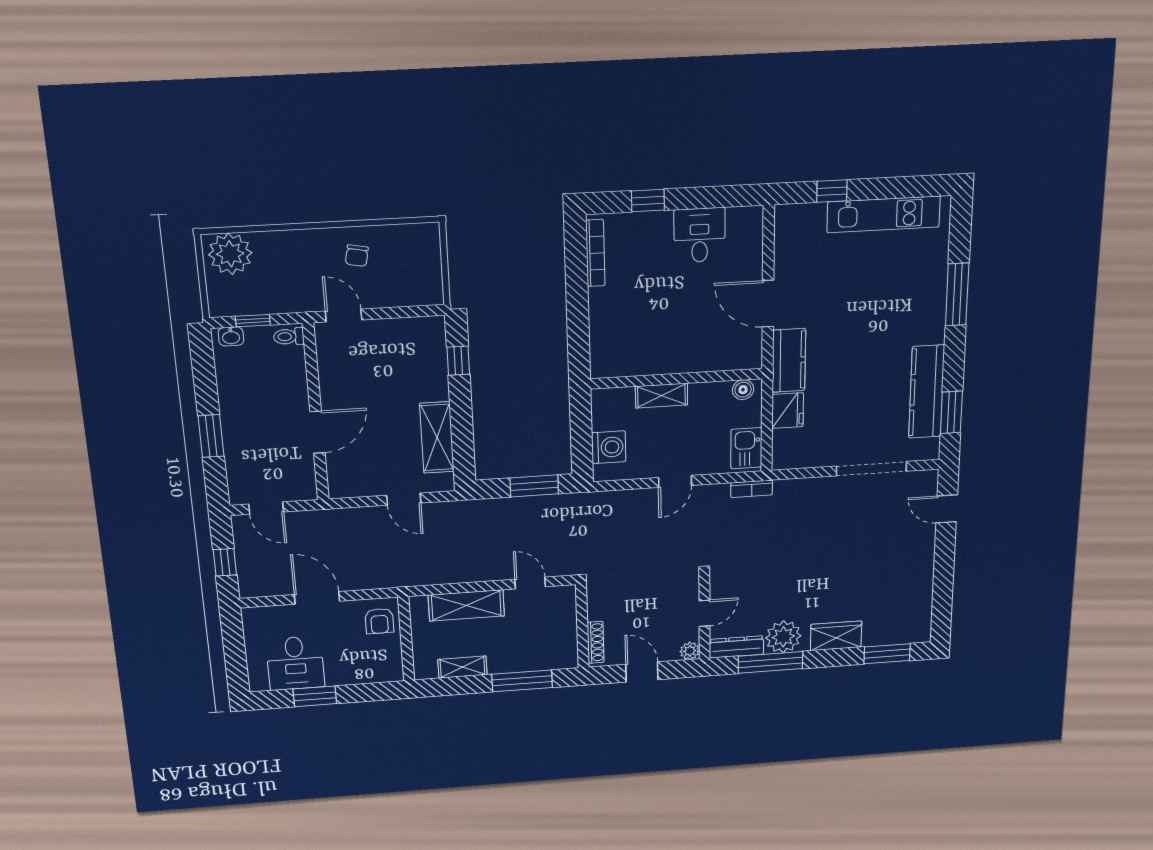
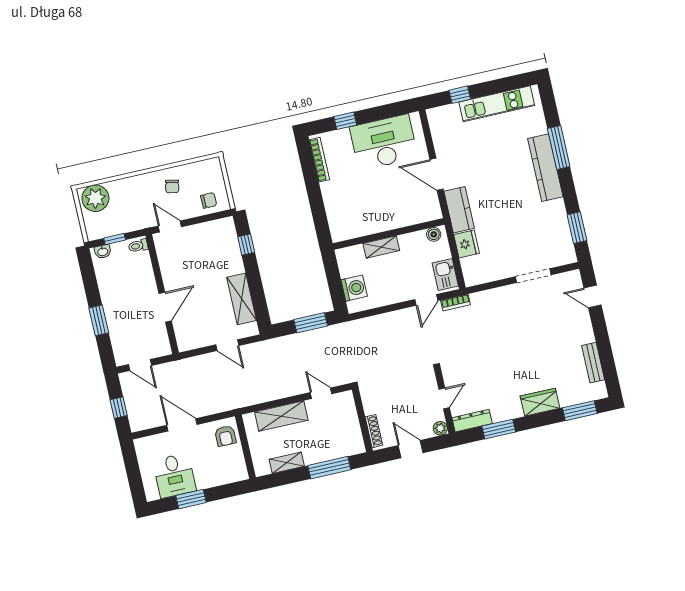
desk: (700, 235) -> (384, 142), width x1.87, depth x1.30
chair: (411, 286) -> (209, 200), added
kitchen counter: (927, 392) -> (545, 168), moved
doorway: (871, 469) -> (533, 276), width x0.73
door: (675, 481) -> (426, 300), moved
bench: (923, 595) -> (593, 363), added
plant: (783, 637) -> (503, 408), removed
window: (770, 662) -> (499, 429), width x0.69

